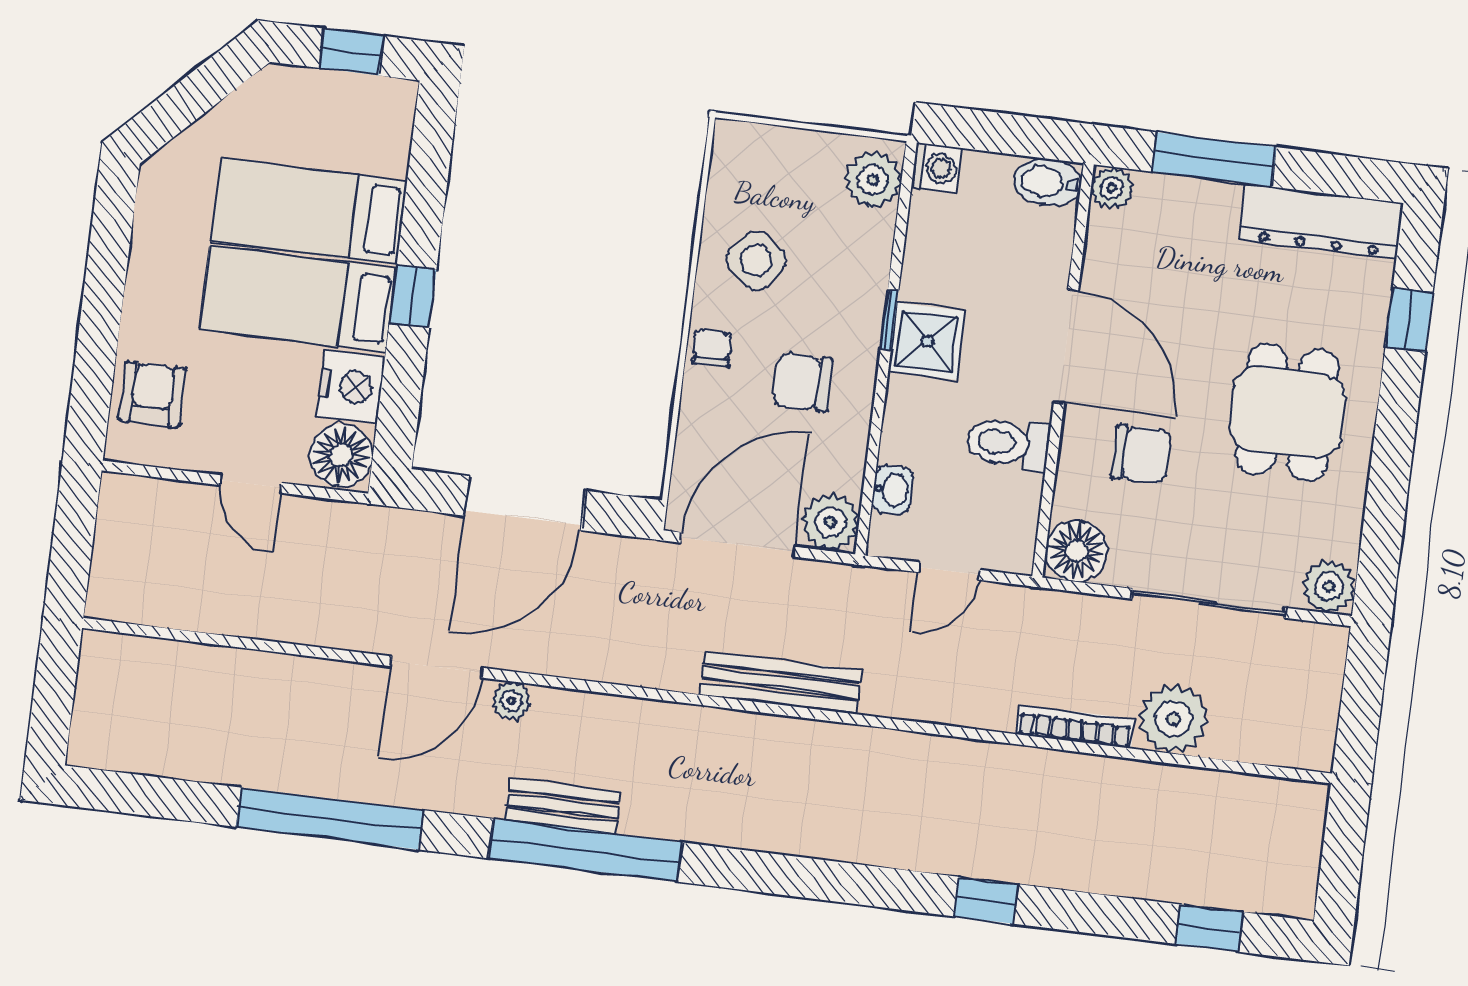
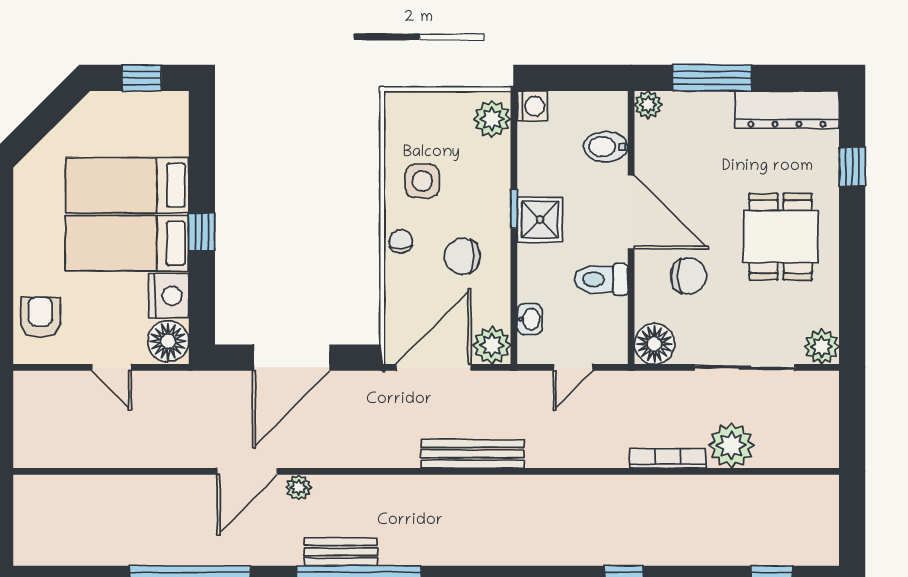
bidet: (1047, 182) -> (606, 147), moved
side table: (756, 261) -> (422, 181), turned -38

